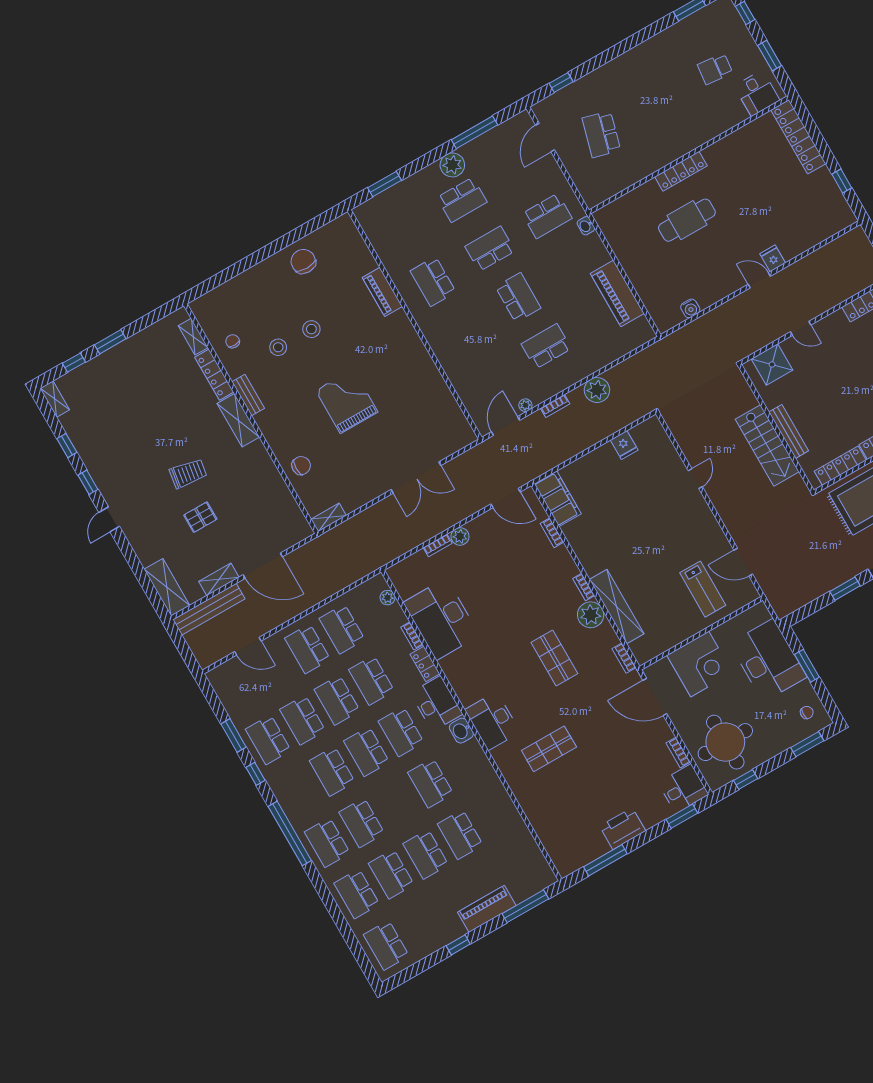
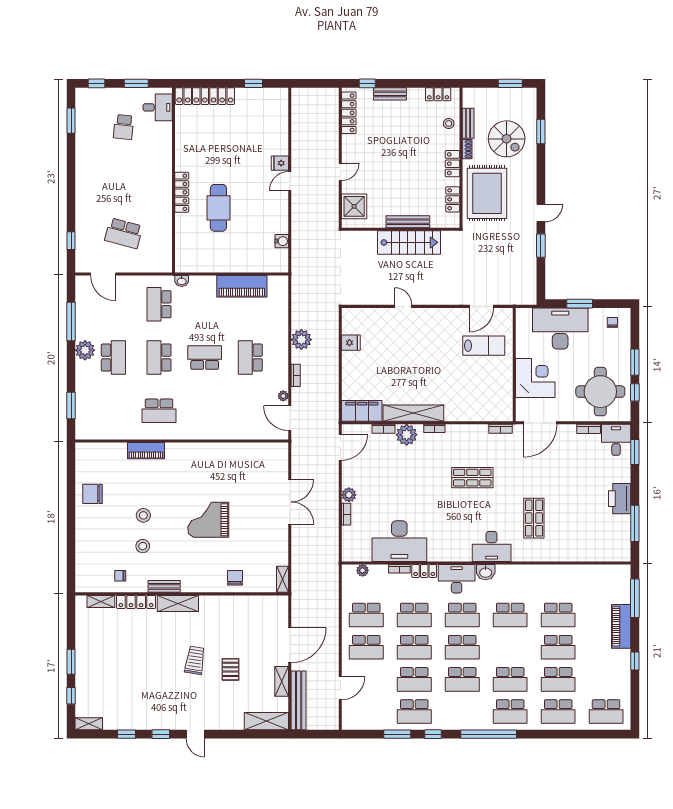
school desk: (547, 216) -> (159, 304), turned 180
locker: (840, 466) -> (453, 199), width x0.66
shelving: (617, 607) -> (413, 413), moved
plant: (591, 615) -> (407, 435), moved
window: (807, 744) -> (635, 362), moved

